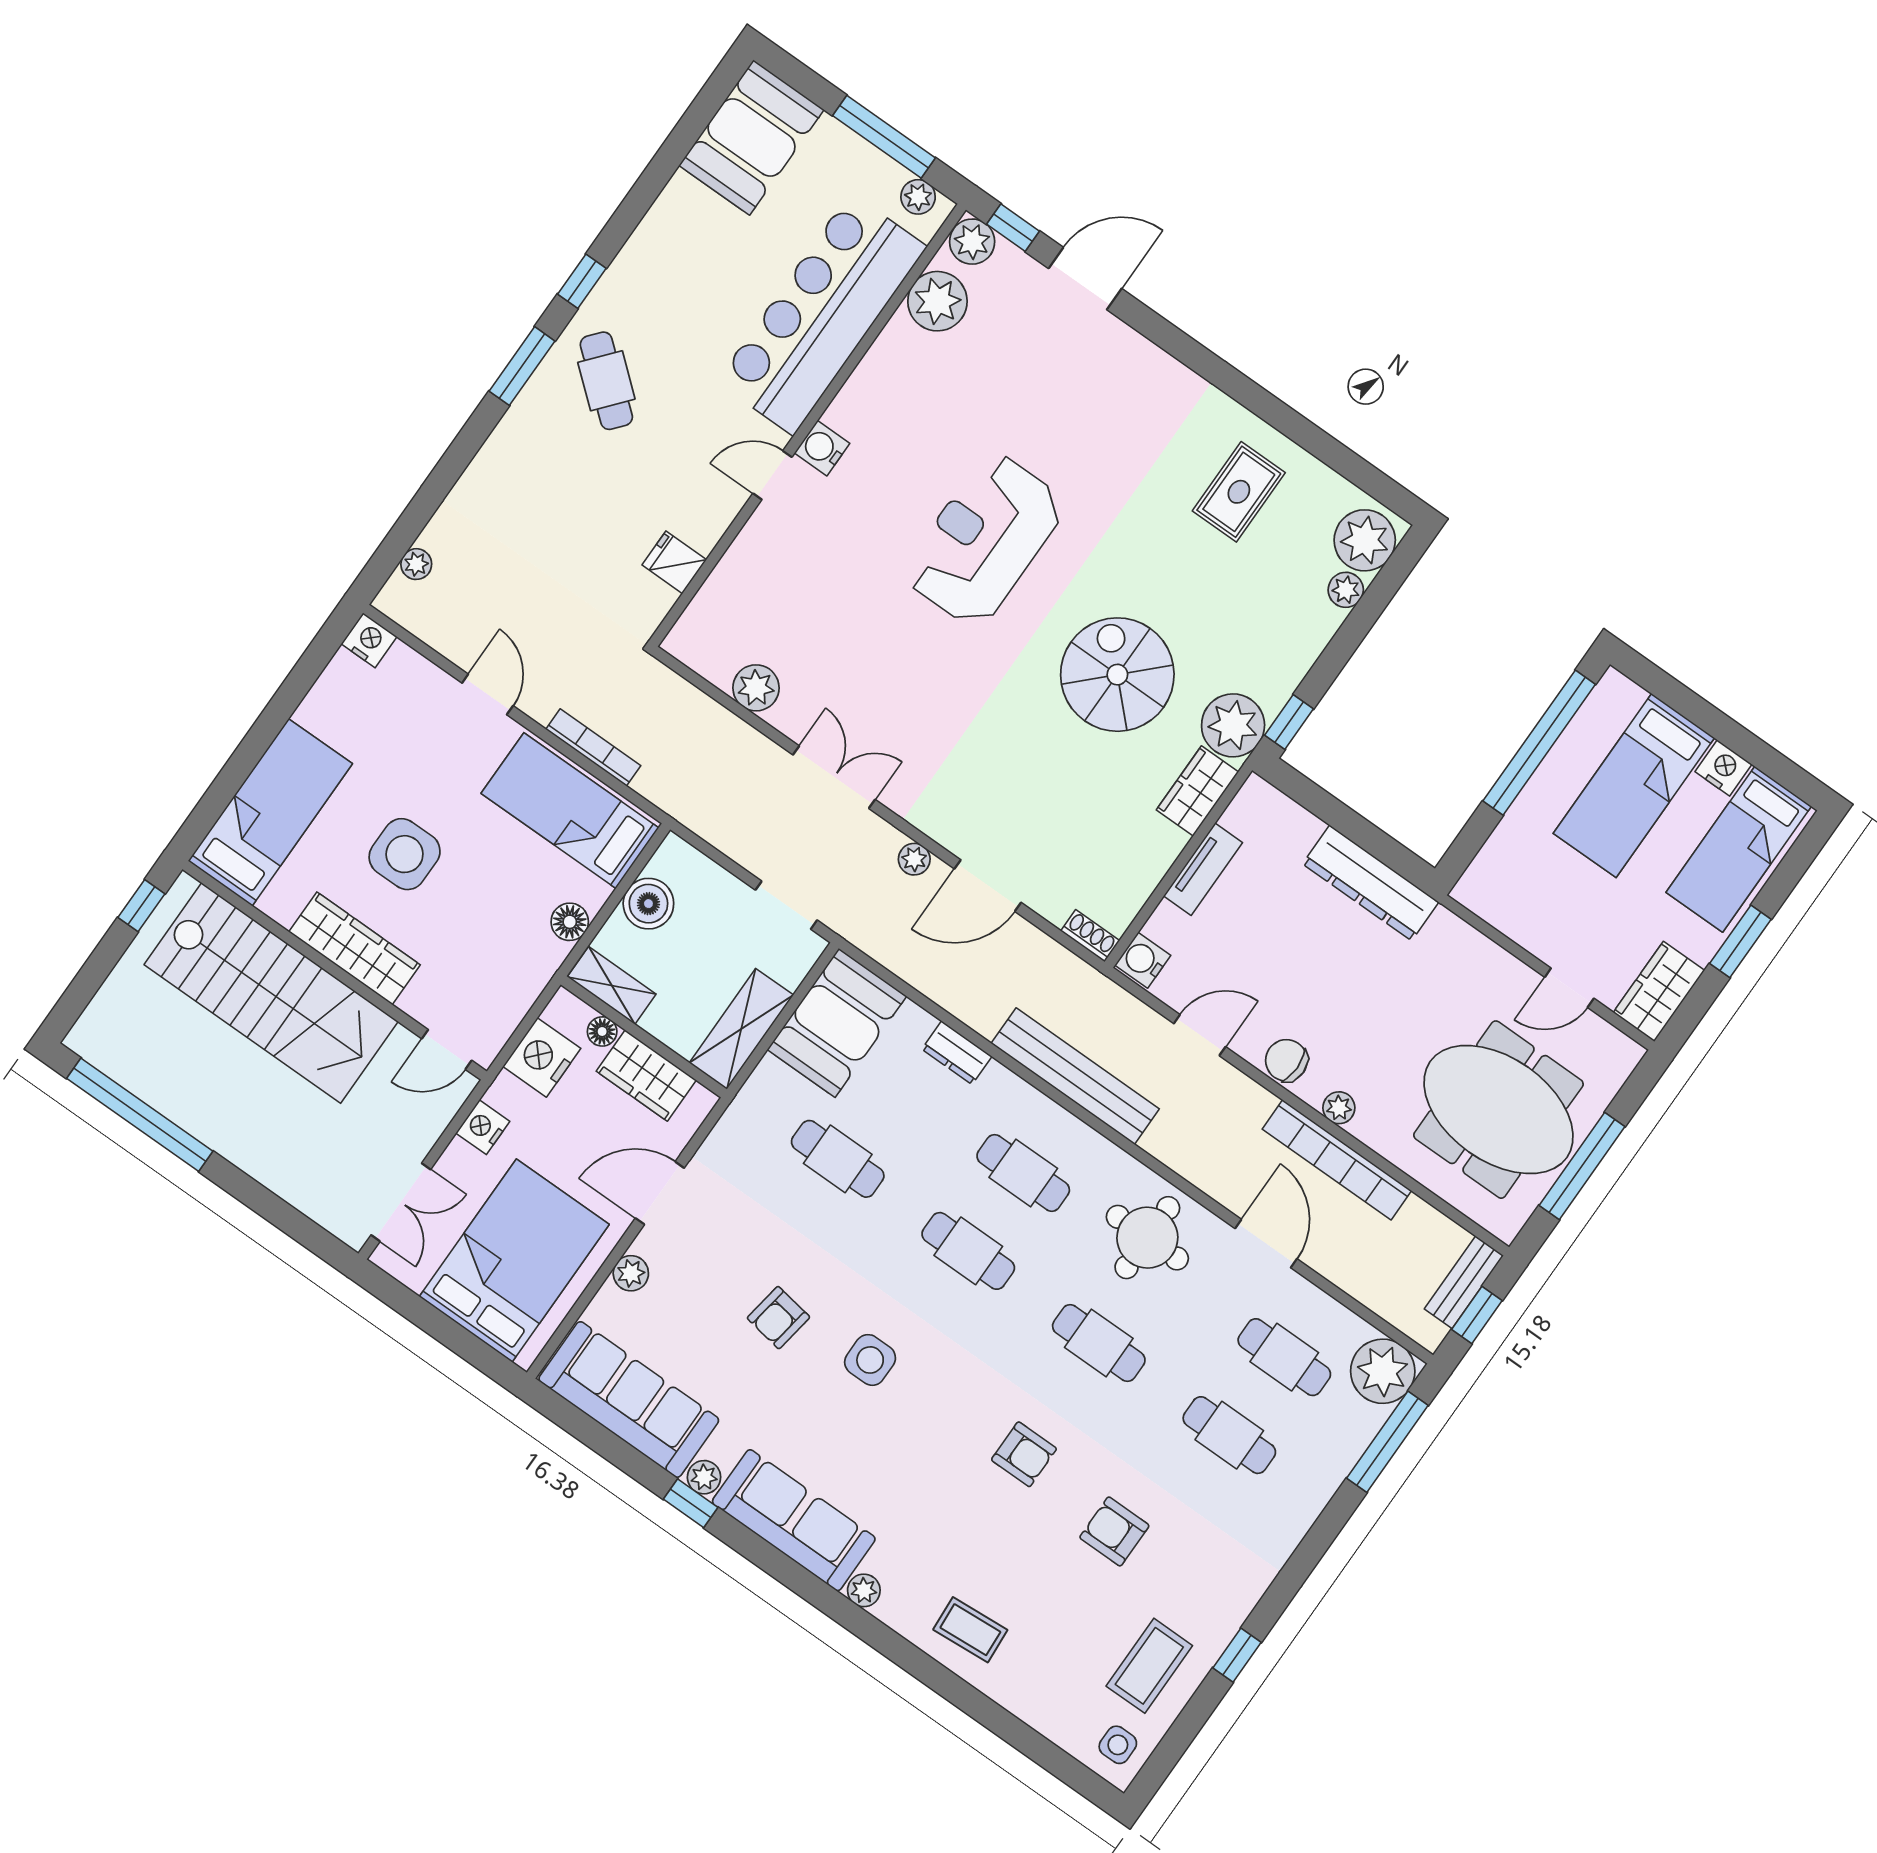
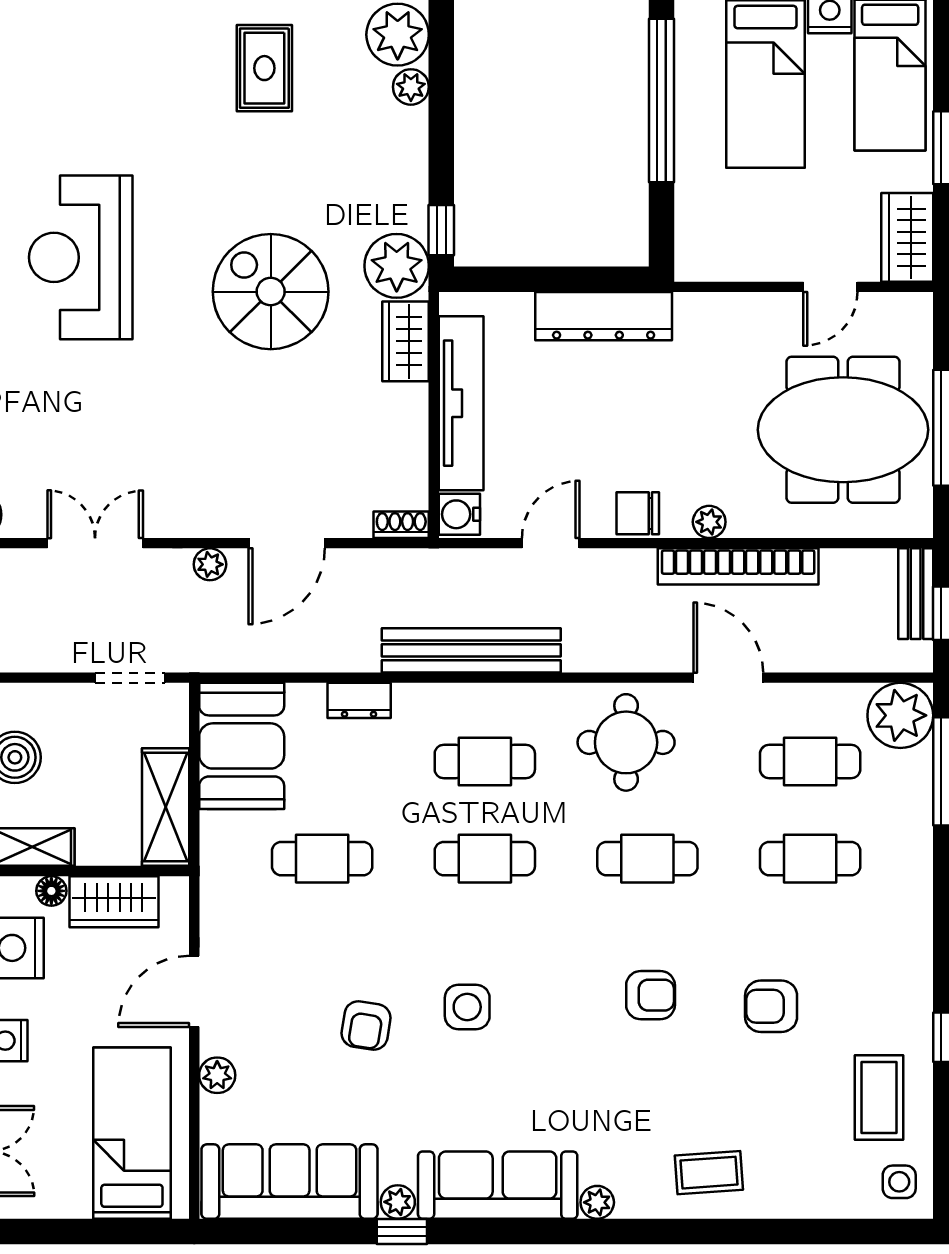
tv unit: (1203, 869) -> (461, 403), width x1.92, depth x1.29
bed: (514, 1261) -> (132, 1133), width x0.67

